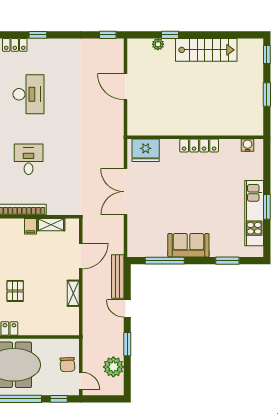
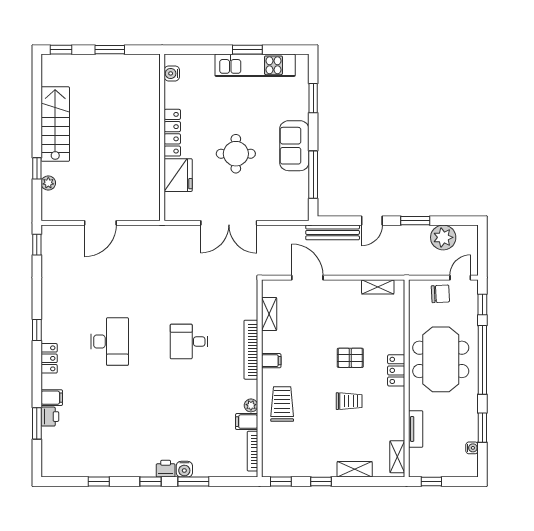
desk: (29, 94) -> (110, 342), turned 90
fridge: (146, 150) -> (178, 175), moved
round table: (182, 197) -> (236, 154), added
filing cabinet: (30, 226) -> (271, 361), moved
shelving: (73, 293) -> (378, 287), moved

